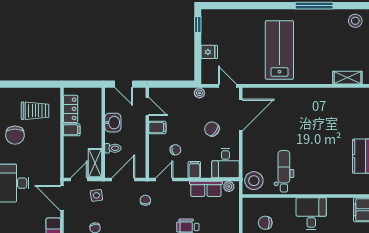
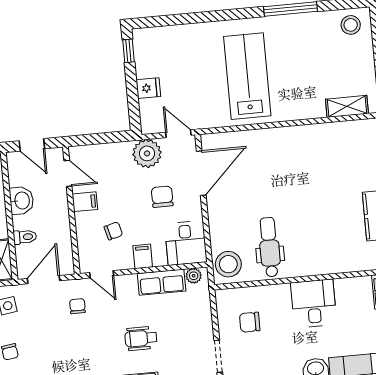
plant: (199, 93) -> (147, 153), width x1.87, depth x1.87
chair: (212, 129) -> (162, 197), turned 55
door: (164, 179) -> (102, 274), swing flipped

